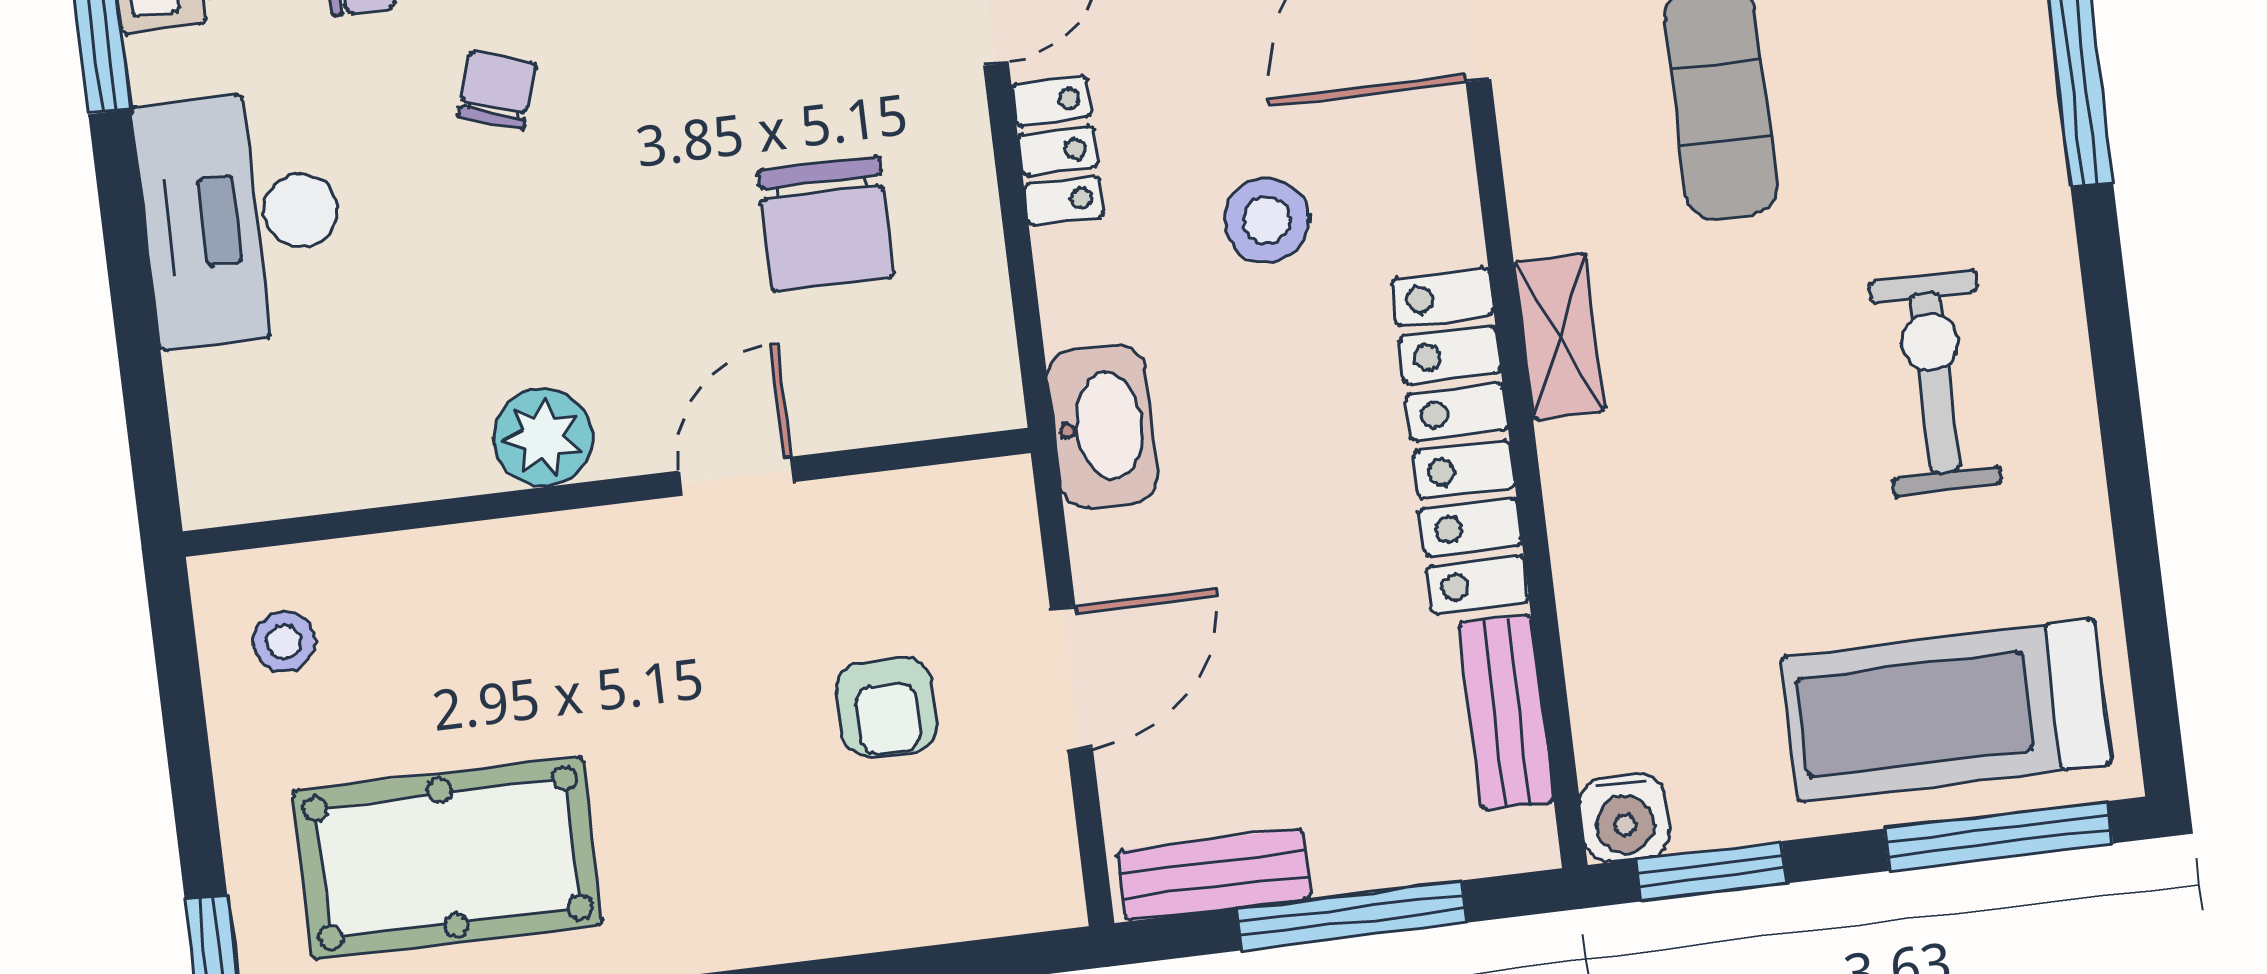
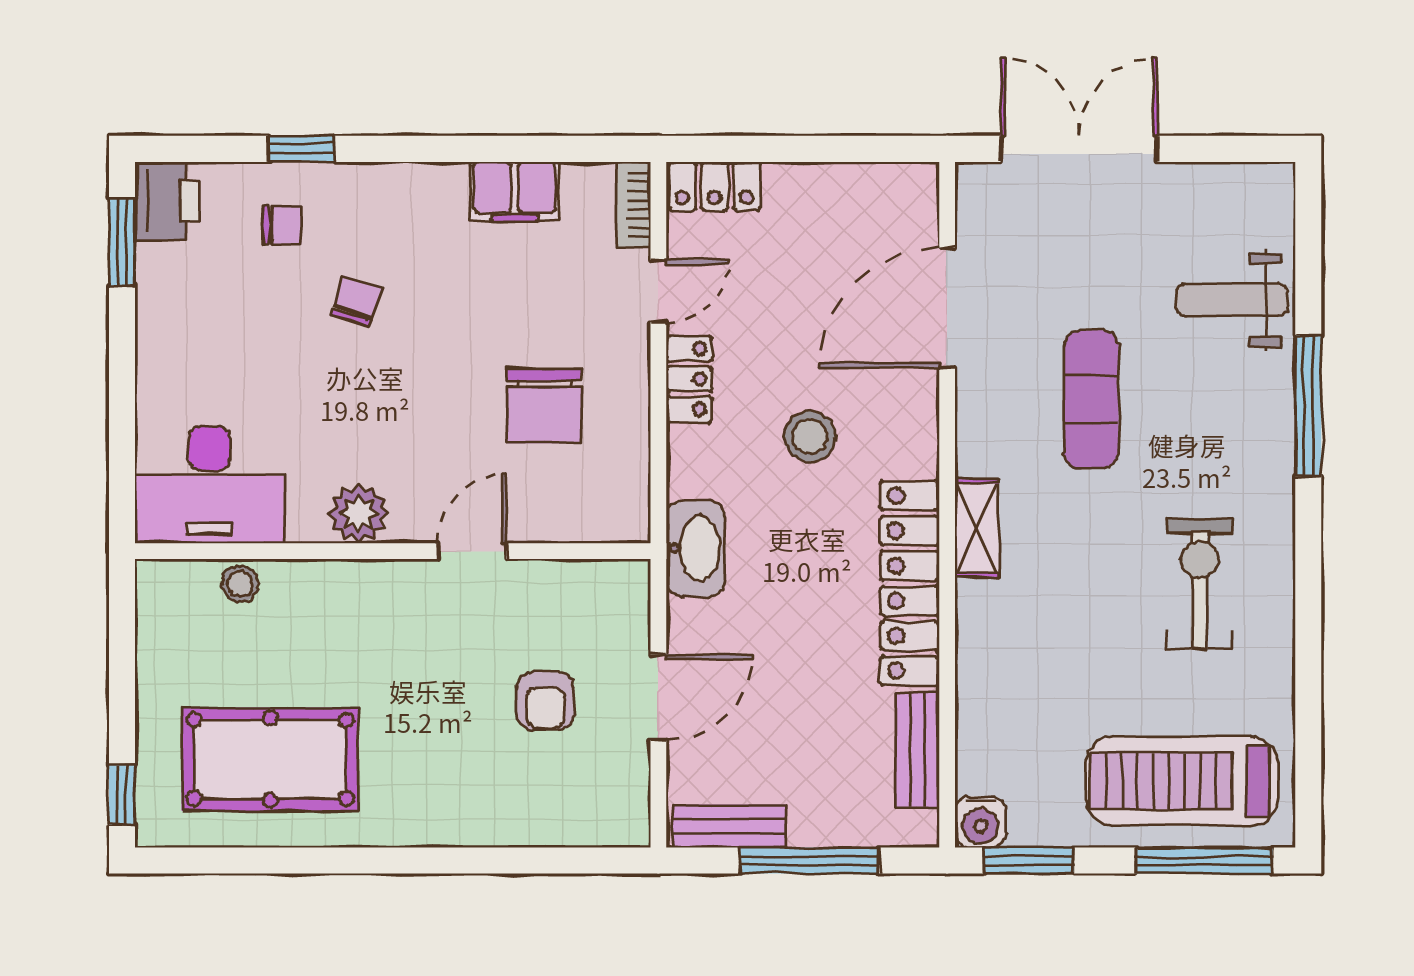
desk: (241, 218) -> (209, 485), moved, turned -90
stool: (284, 641) -> (240, 584), moved

